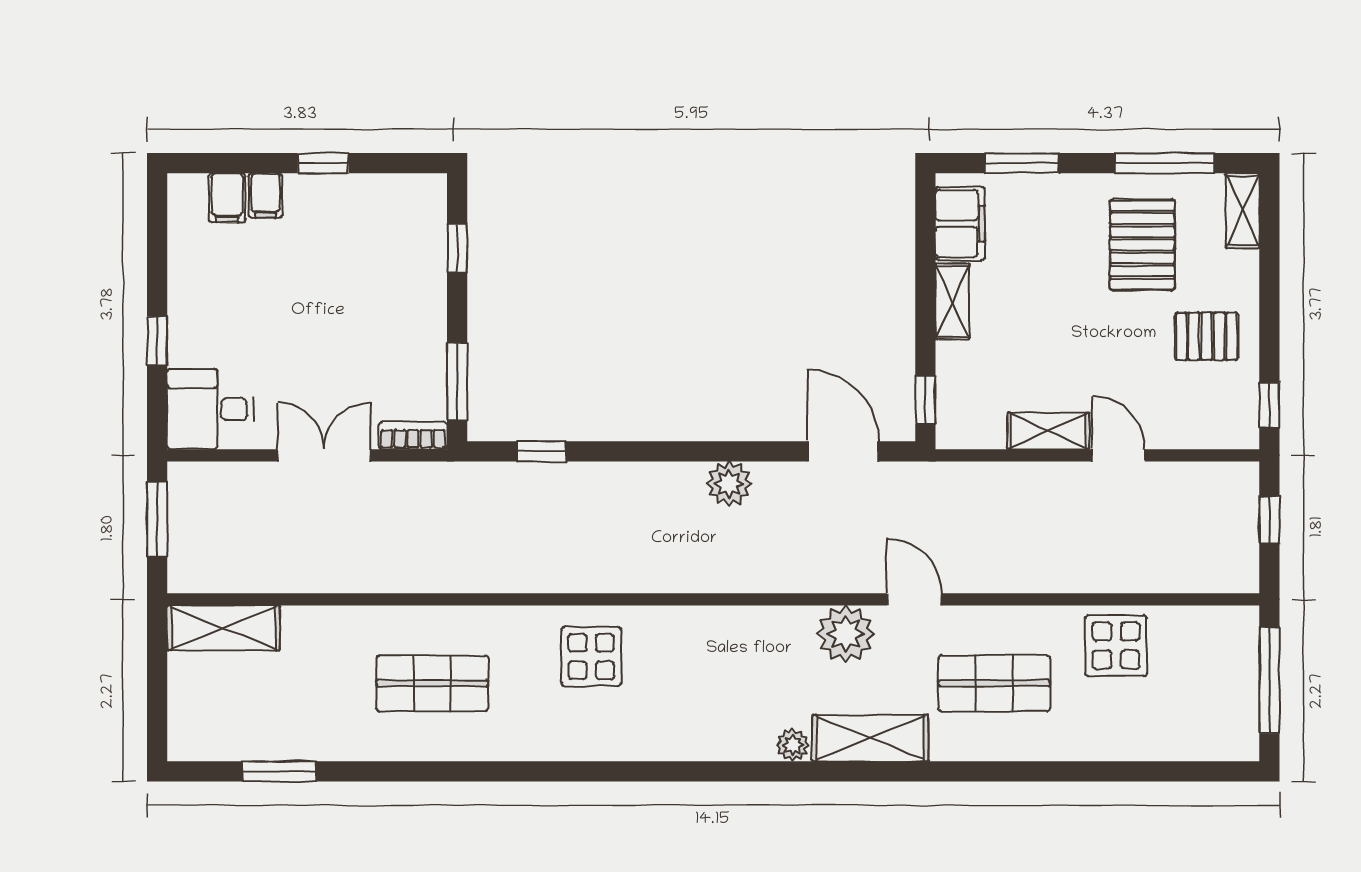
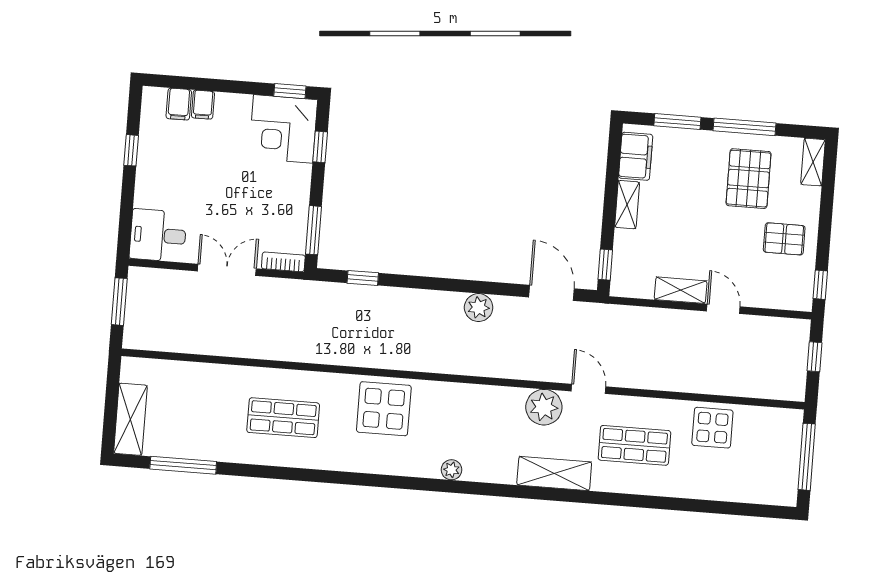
window: (323, 163) -> (290, 91), moved
window: (1164, 163) -> (745, 127), moved
corner desk: (396, 224) -> (283, 129), added
window: (157, 341) -> (131, 150), moved
shelving: (223, 628) -> (130, 419), moved, turned 90
display table: (591, 656) -> (384, 409), width x1.36, depth x1.36
plant: (793, 745) -> (451, 470), moved
window: (279, 771) -> (183, 465), width x1.44

